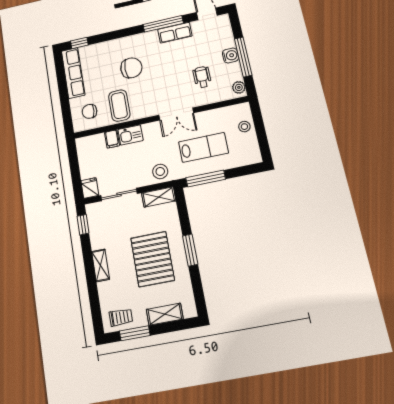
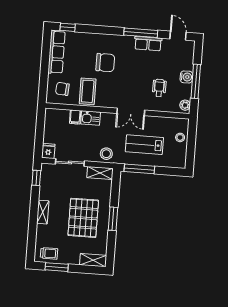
lab bench: (203, 147) -> (144, 145), turned 180
shelving: (165, 314) -> (93, 260), moved

